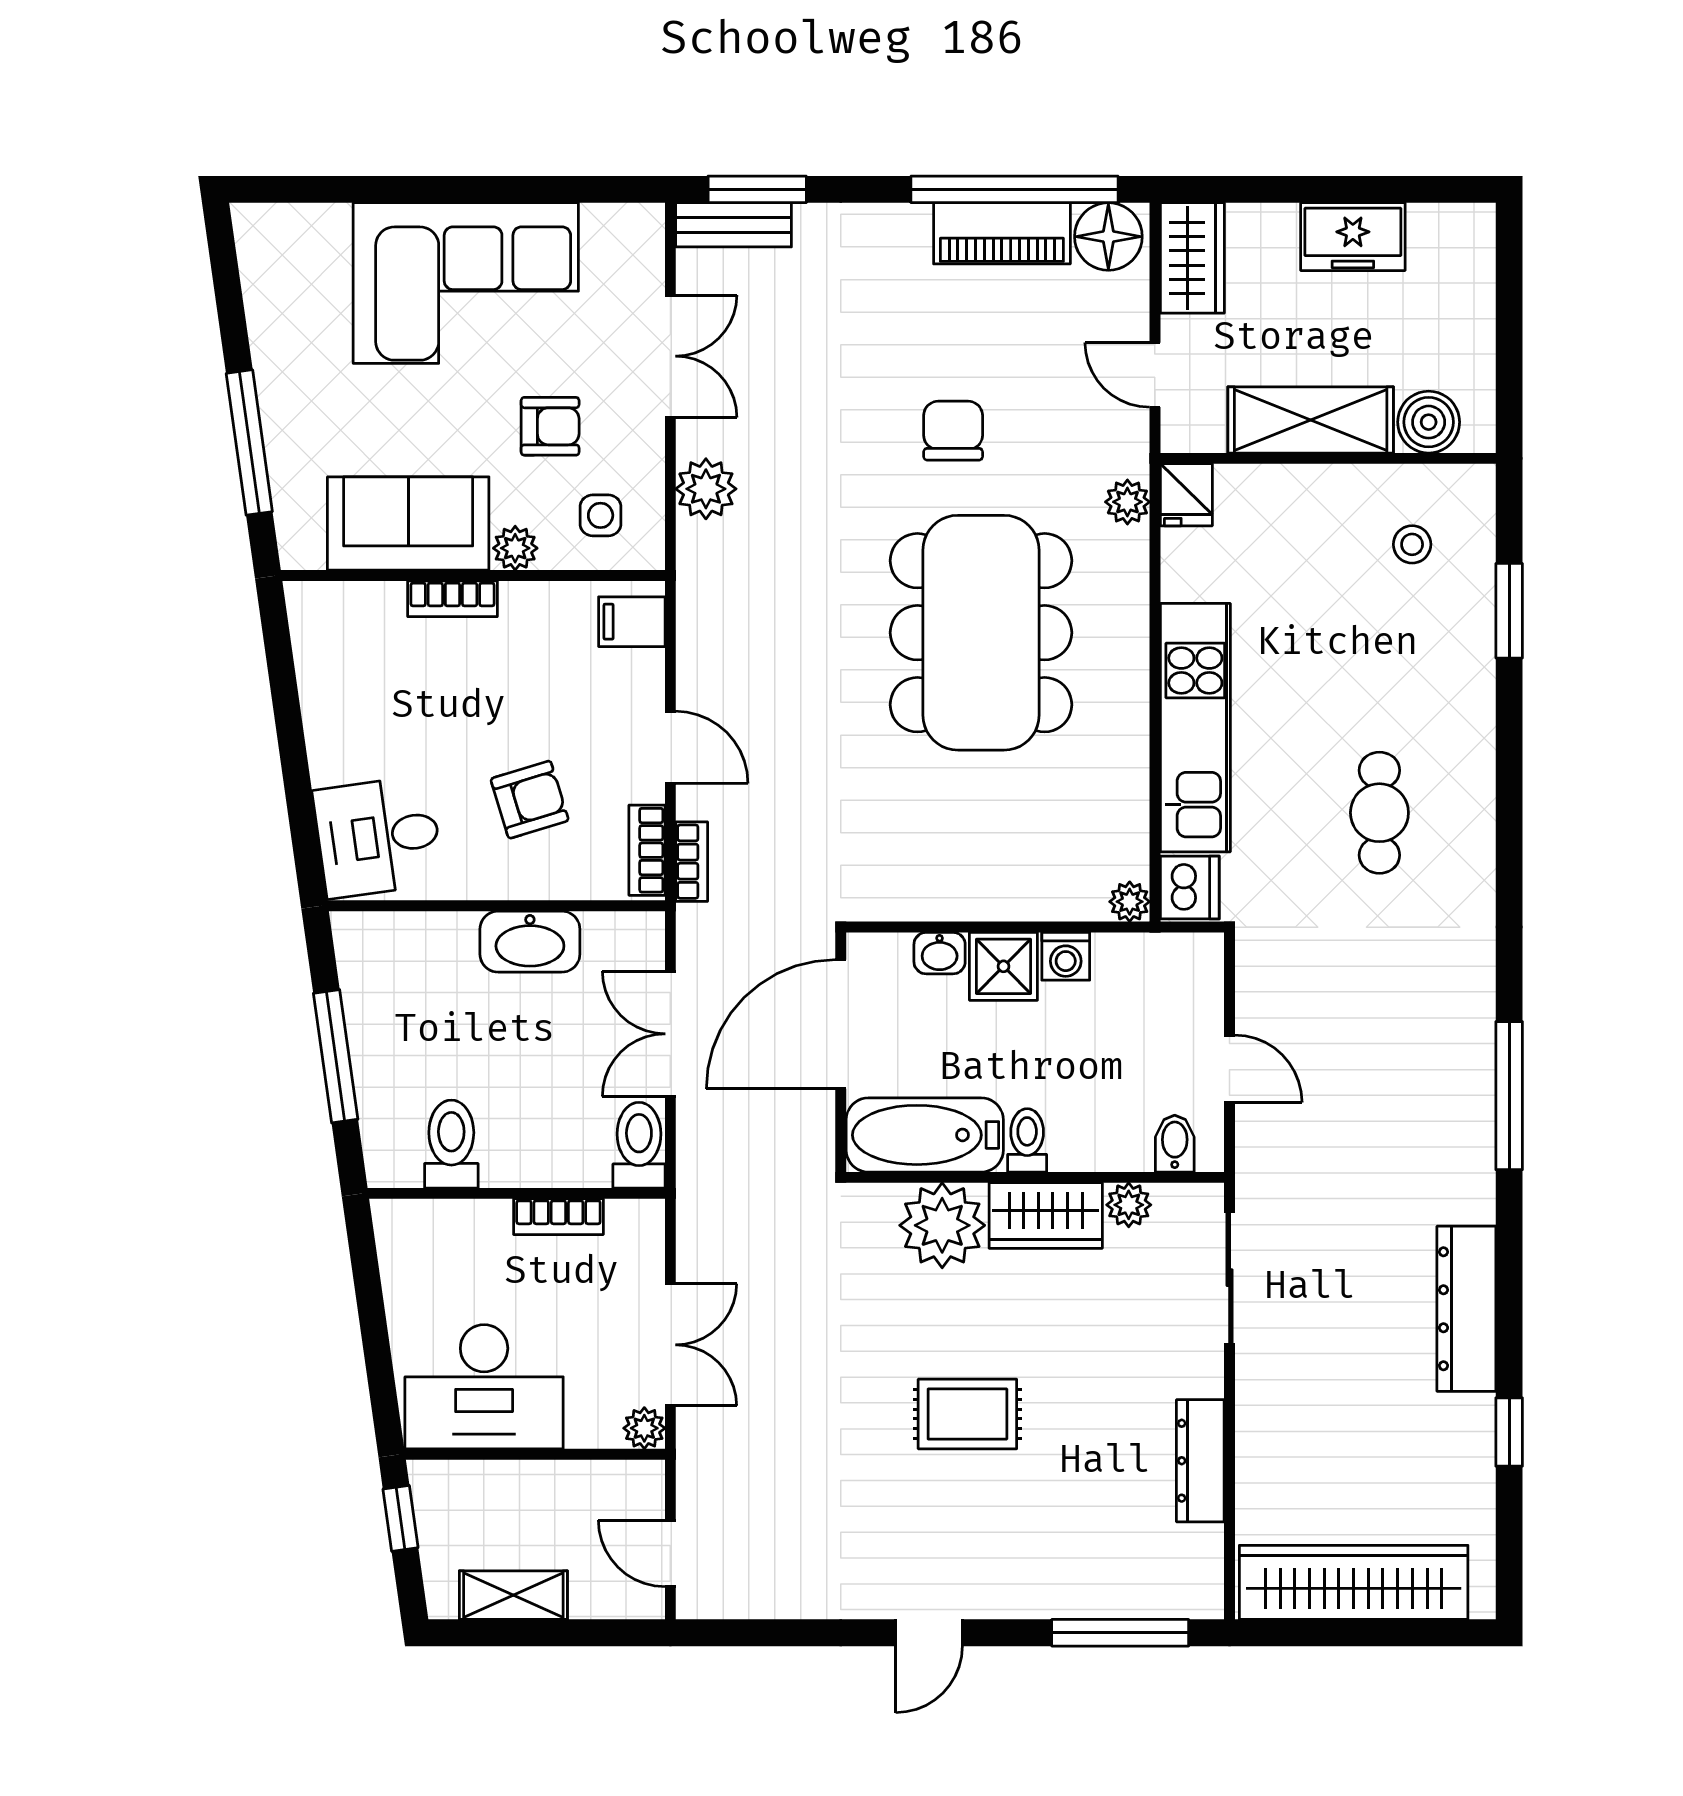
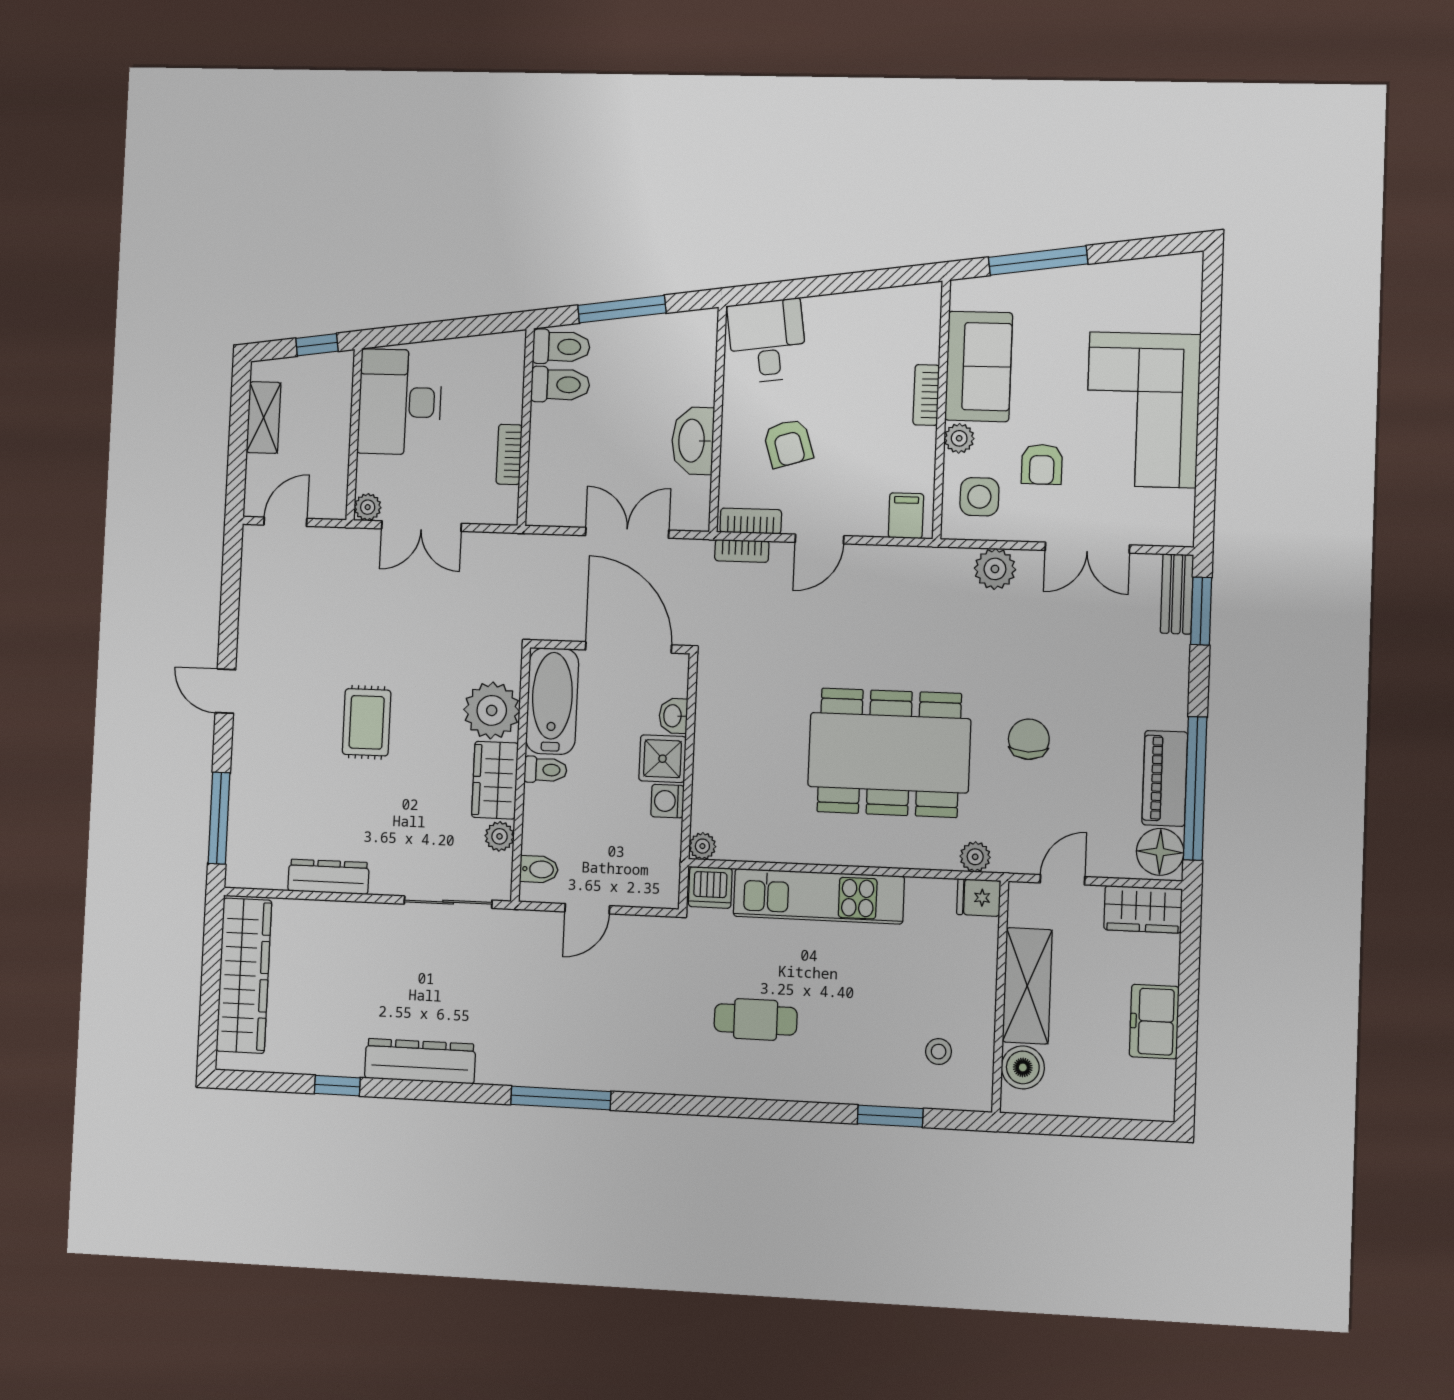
chair: (953, 431) -> (1029, 739), turned -90
side table: (601, 515) -> (979, 497), width x1.37, depth x1.37
toilet: (639, 1145) -> (561, 347), moved

